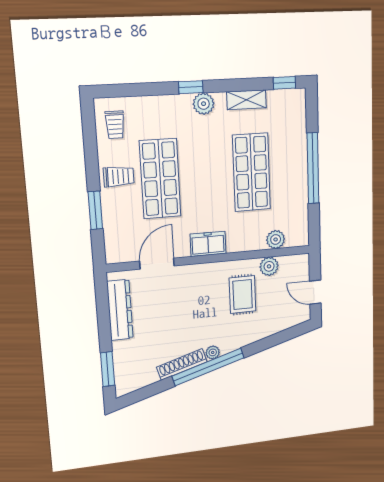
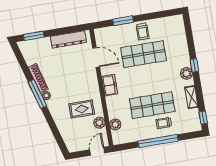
trolley: (115, 125) -> (164, 123), moved
door: (315, 292) -> (97, 151), moved
window: (208, 367) -> (37, 94), width x0.68

